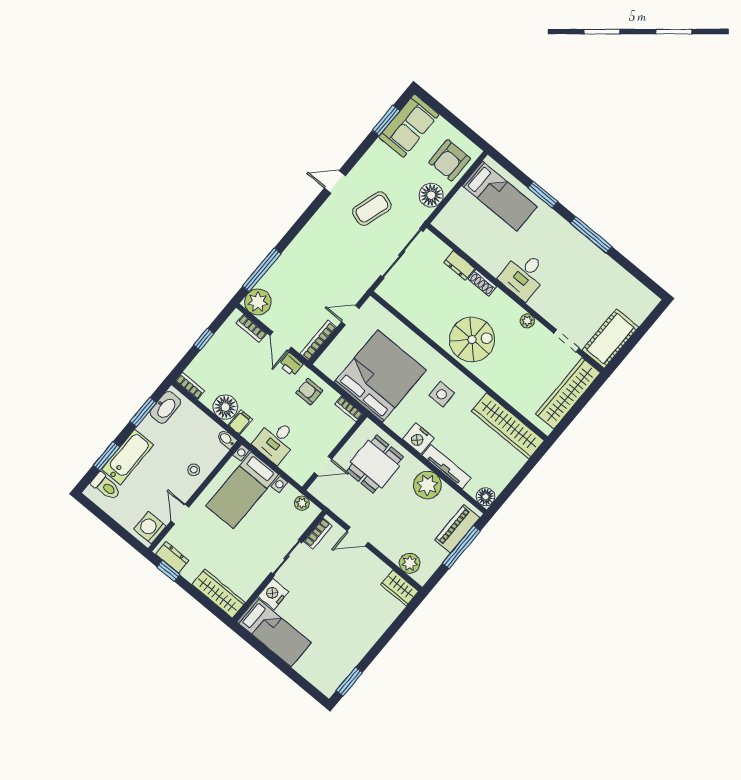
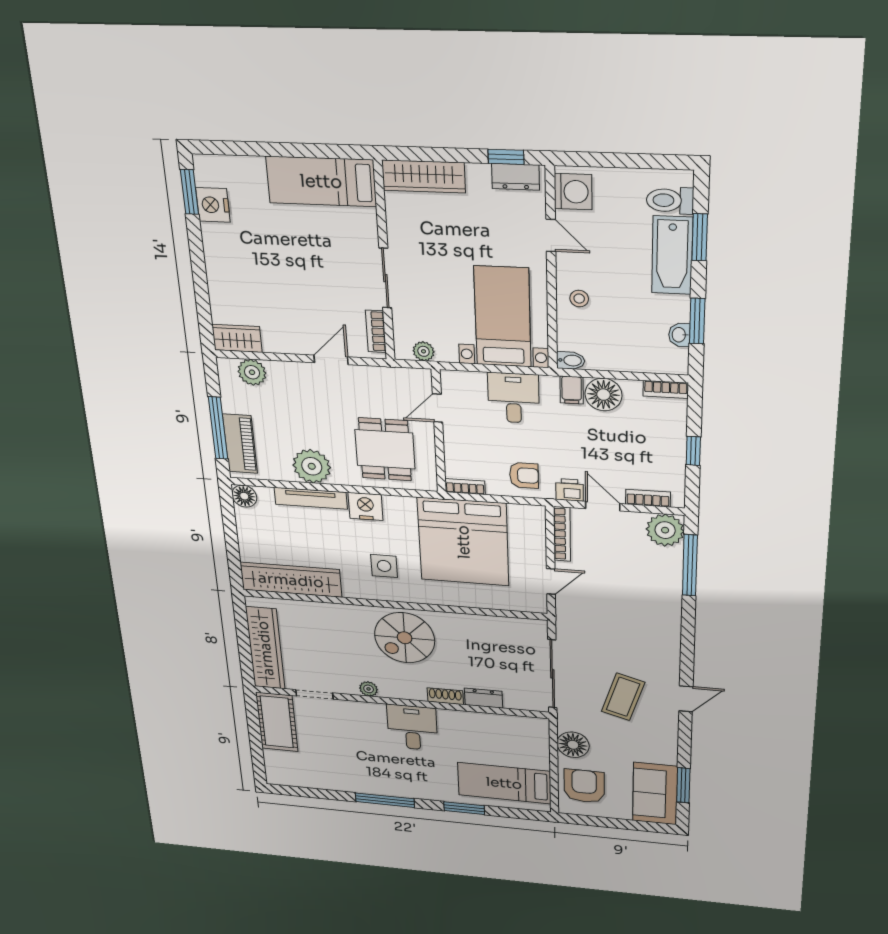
washbasin: (165, 407) -> (679, 335), width x0.52, depth x0.69
nightstand: (273, 594) -> (213, 205), moved, turned 180

